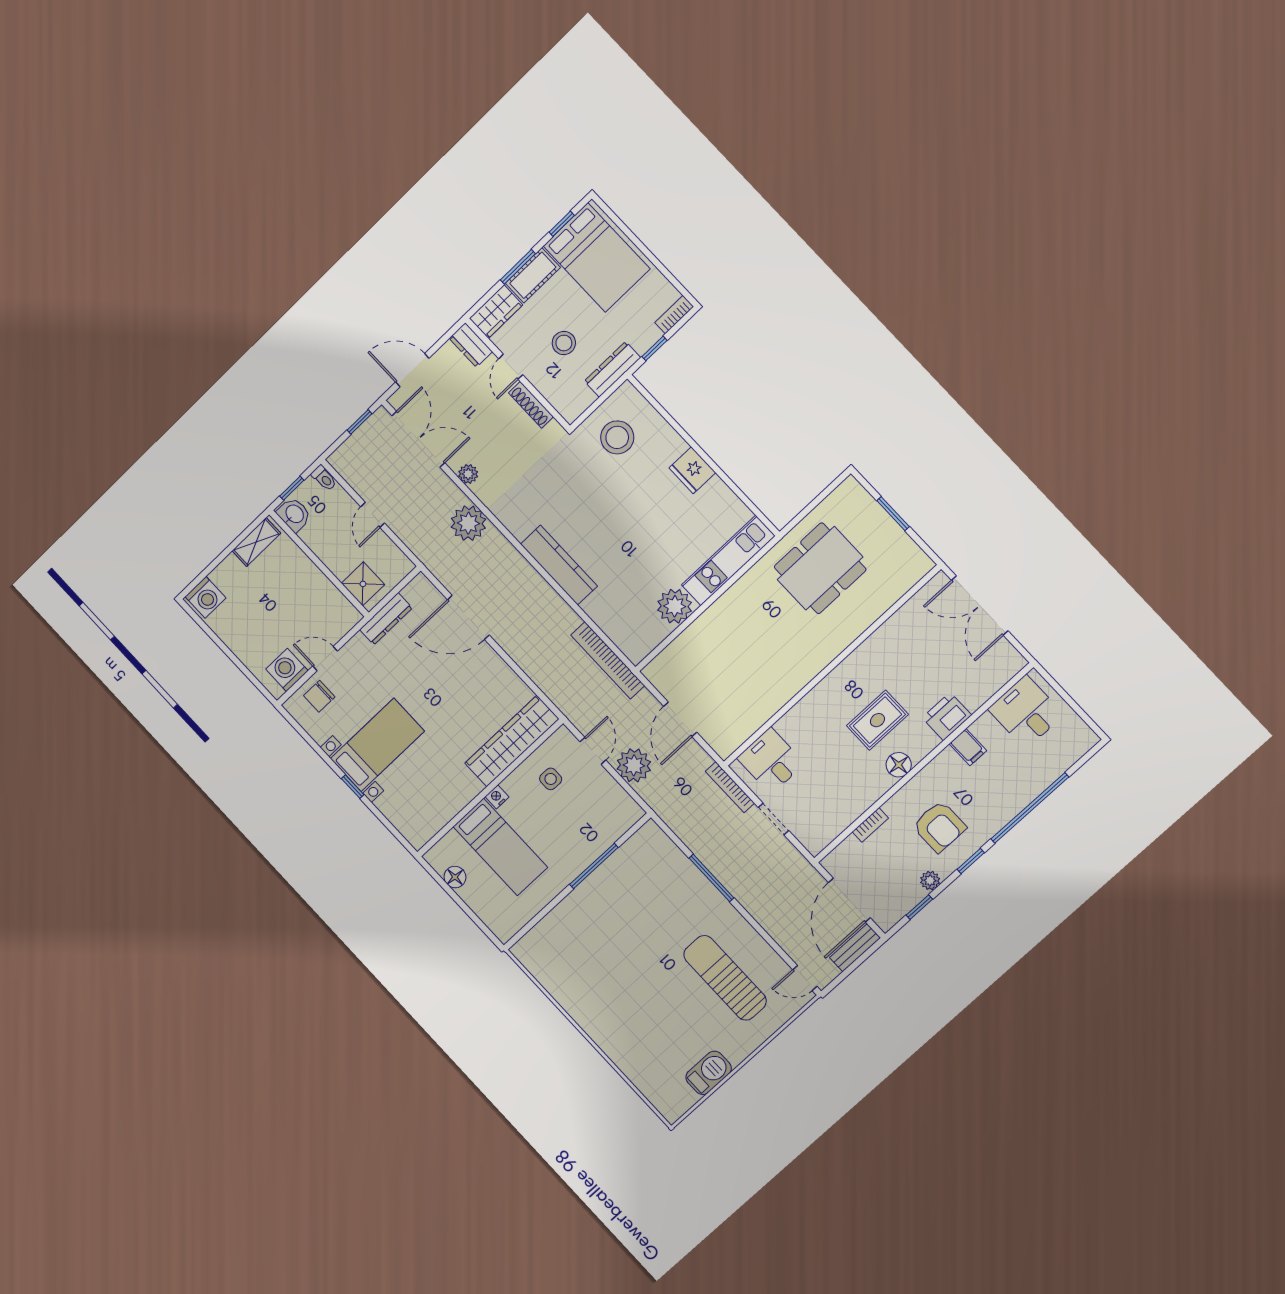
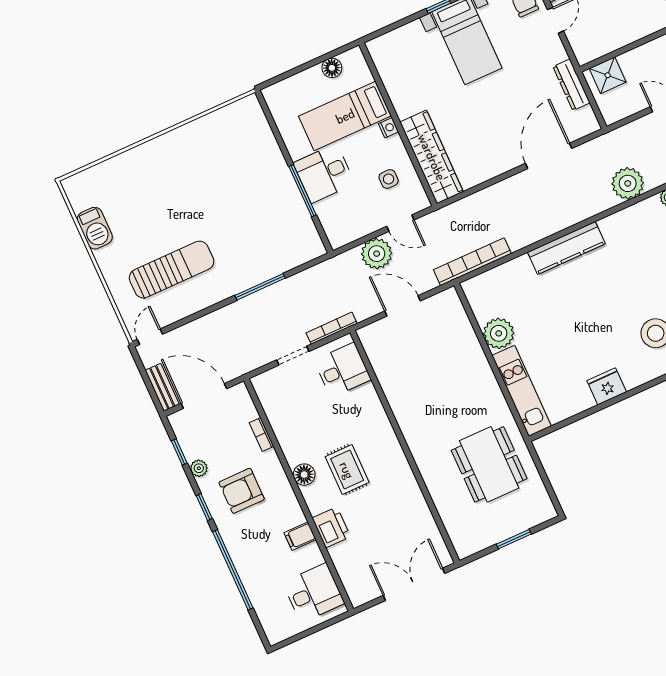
desk: (568, 849) -> (324, 173), added

